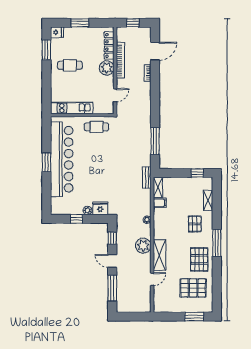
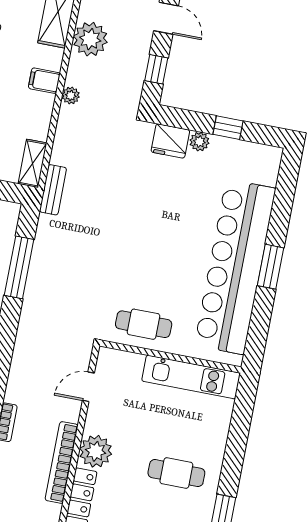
filing cabinet: (160, 203) -> (44, 81), moved

